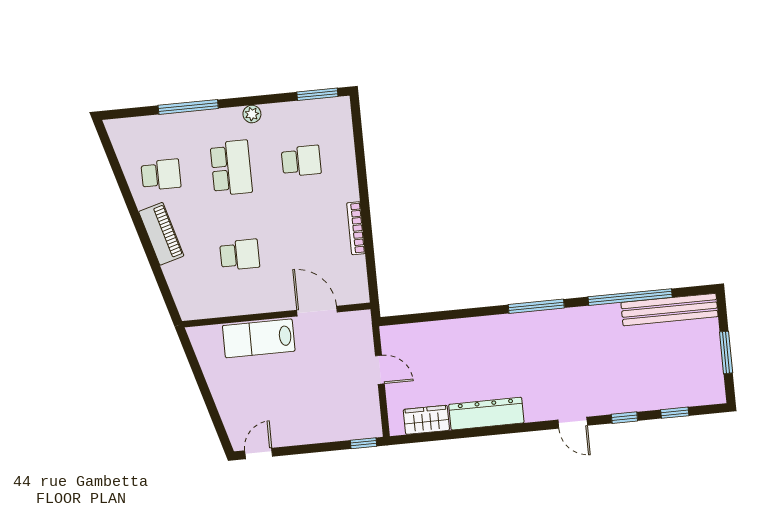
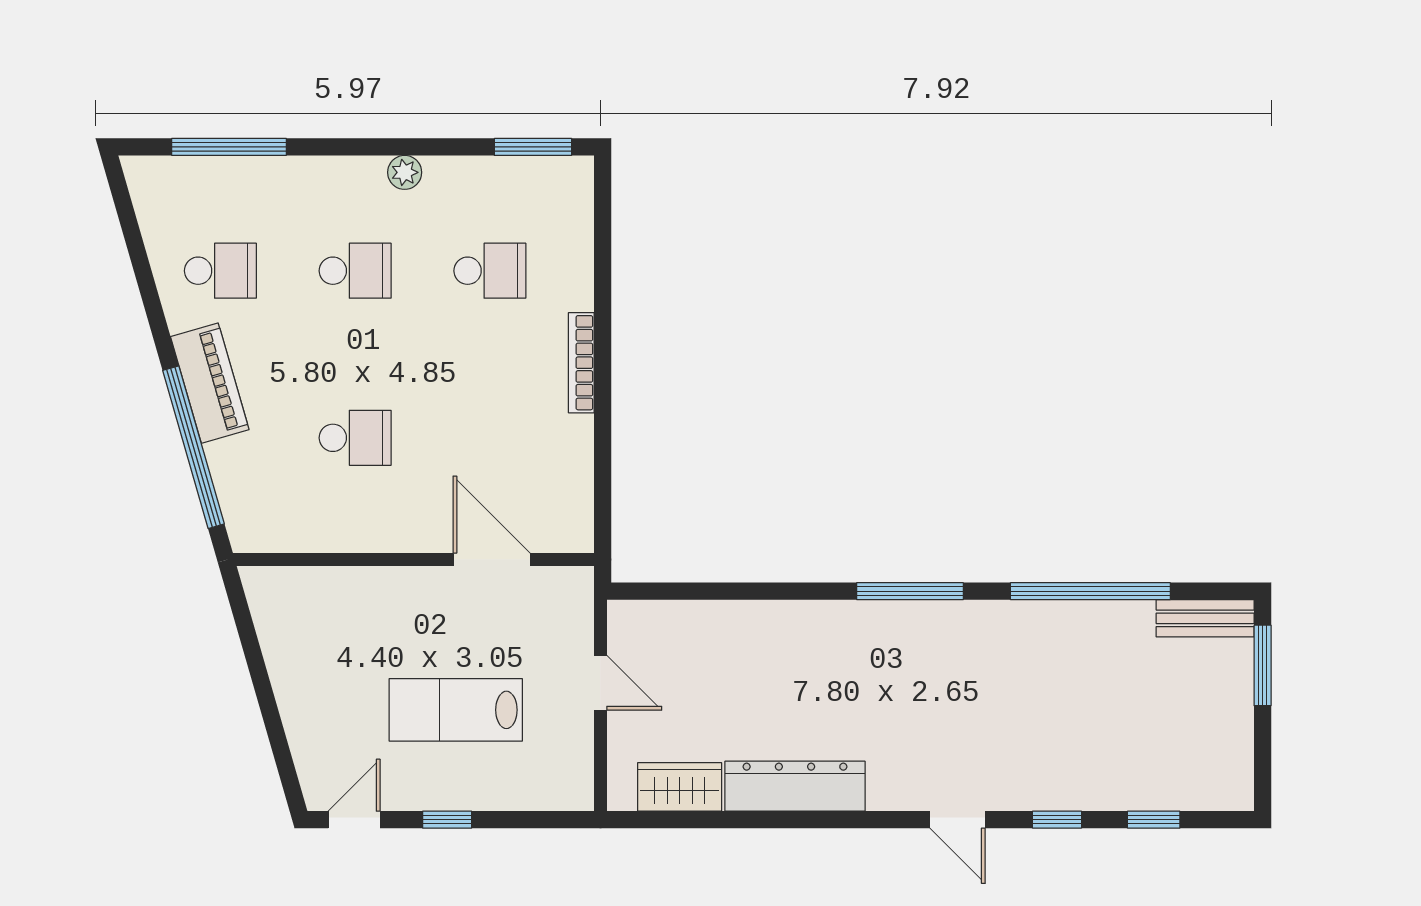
window: (188, 107) -> (229, 147), moved
school desk: (231, 168) -> (355, 271), width x0.54
bookcase: (356, 228) -> (581, 363), moved
window: (156, 268) -> (194, 447), added
bench: (670, 310) -> (1205, 618), width x0.54, depth x0.82
lab bench: (259, 338) -> (456, 710), moved
window: (726, 352) -> (1263, 665), moved
window: (363, 443) -> (447, 820), moved

